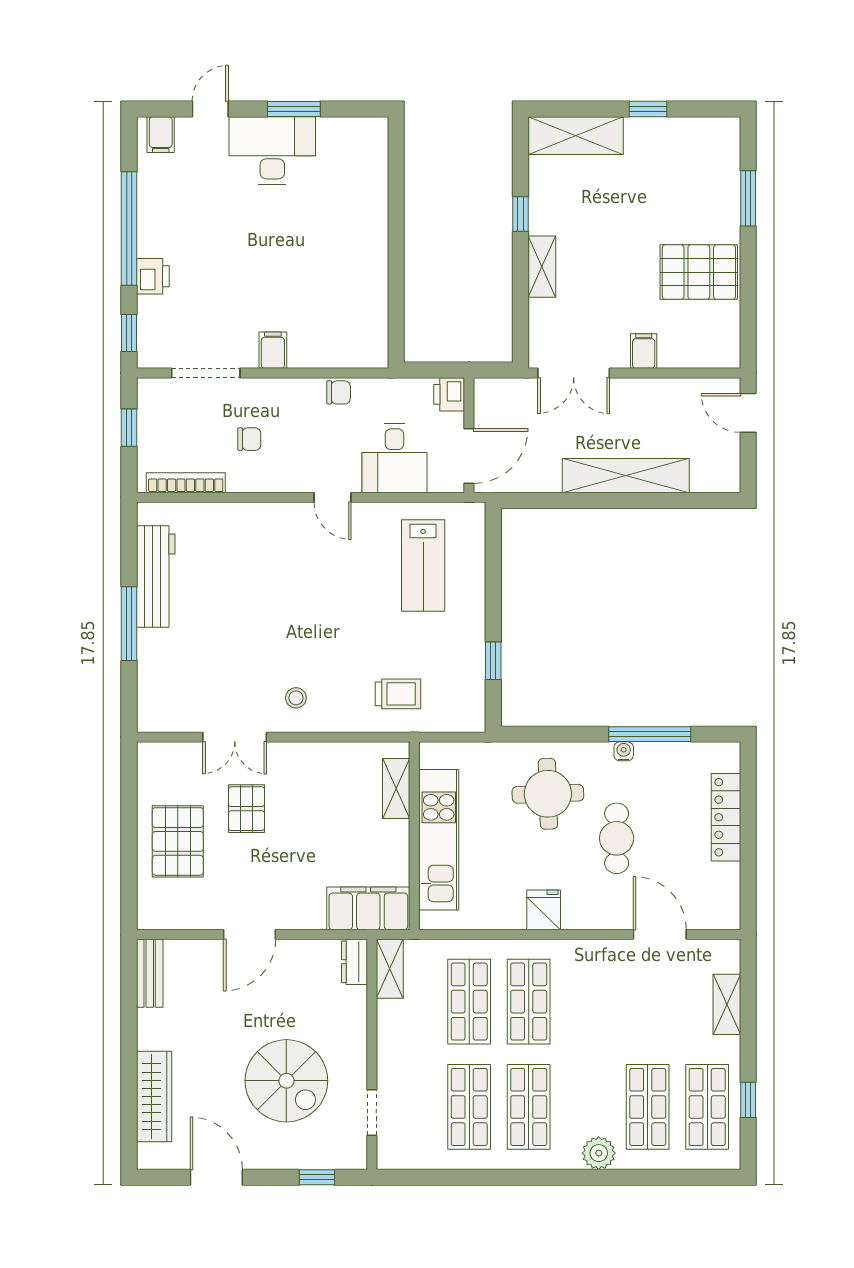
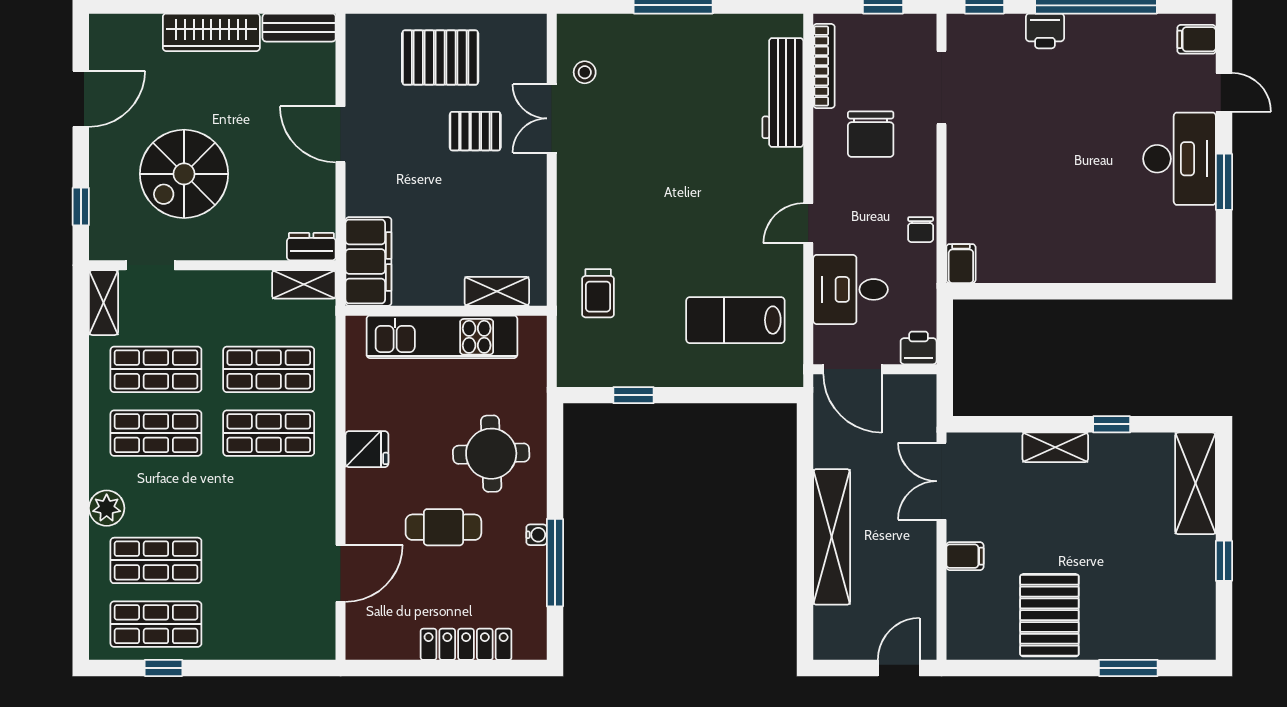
filing cabinet: (273, 350) -> (961, 264), moved, turned -90
chair: (249, 439) -> (871, 134), width x1.87, depth x1.87
workbench: (156, 576) -> (783, 92), moved, turned 90
stool: (296, 698) -> (585, 72), moved
shelving: (727, 1004) -> (104, 303), moved, turned 90
wardrobe: (154, 1097) -> (211, 32), moved

